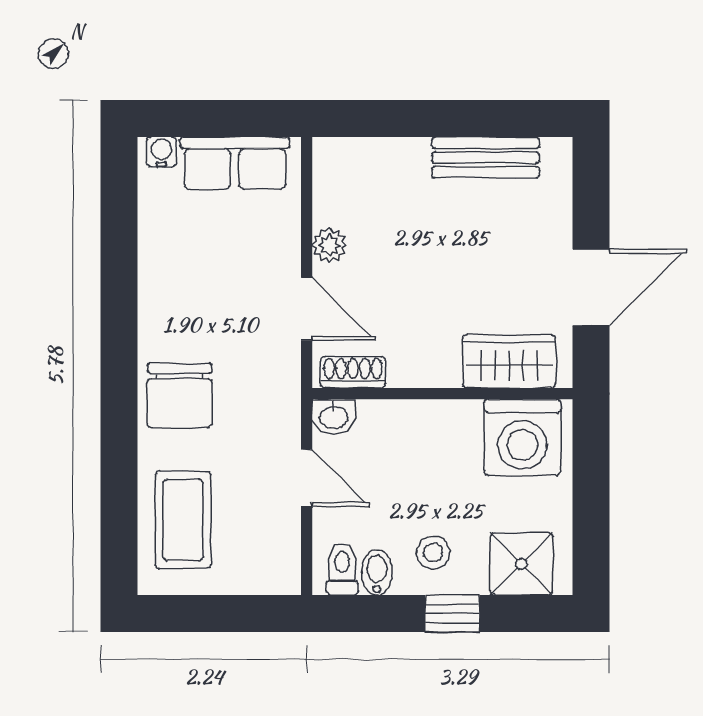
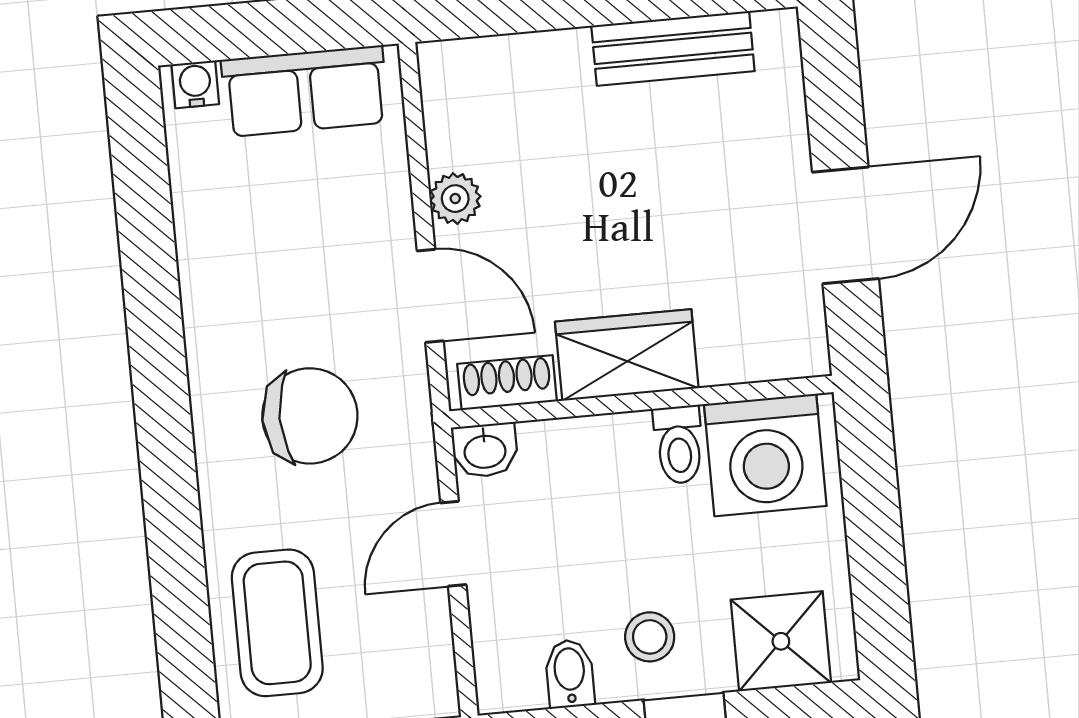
wardrobe: (509, 361) -> (627, 355), moved
chair: (180, 395) -> (310, 416), moved, turned -90
door: (307, 478) -> (453, 544), swing flipped
toilet: (342, 569) -> (679, 445), moved, turned 180

